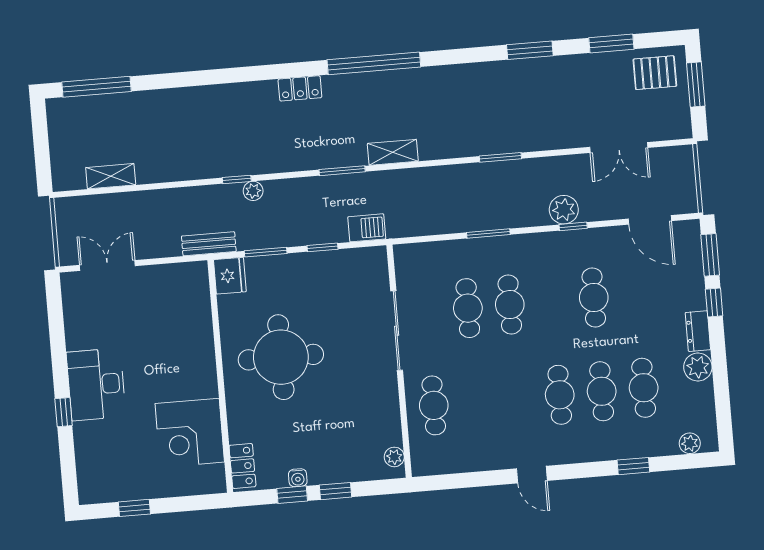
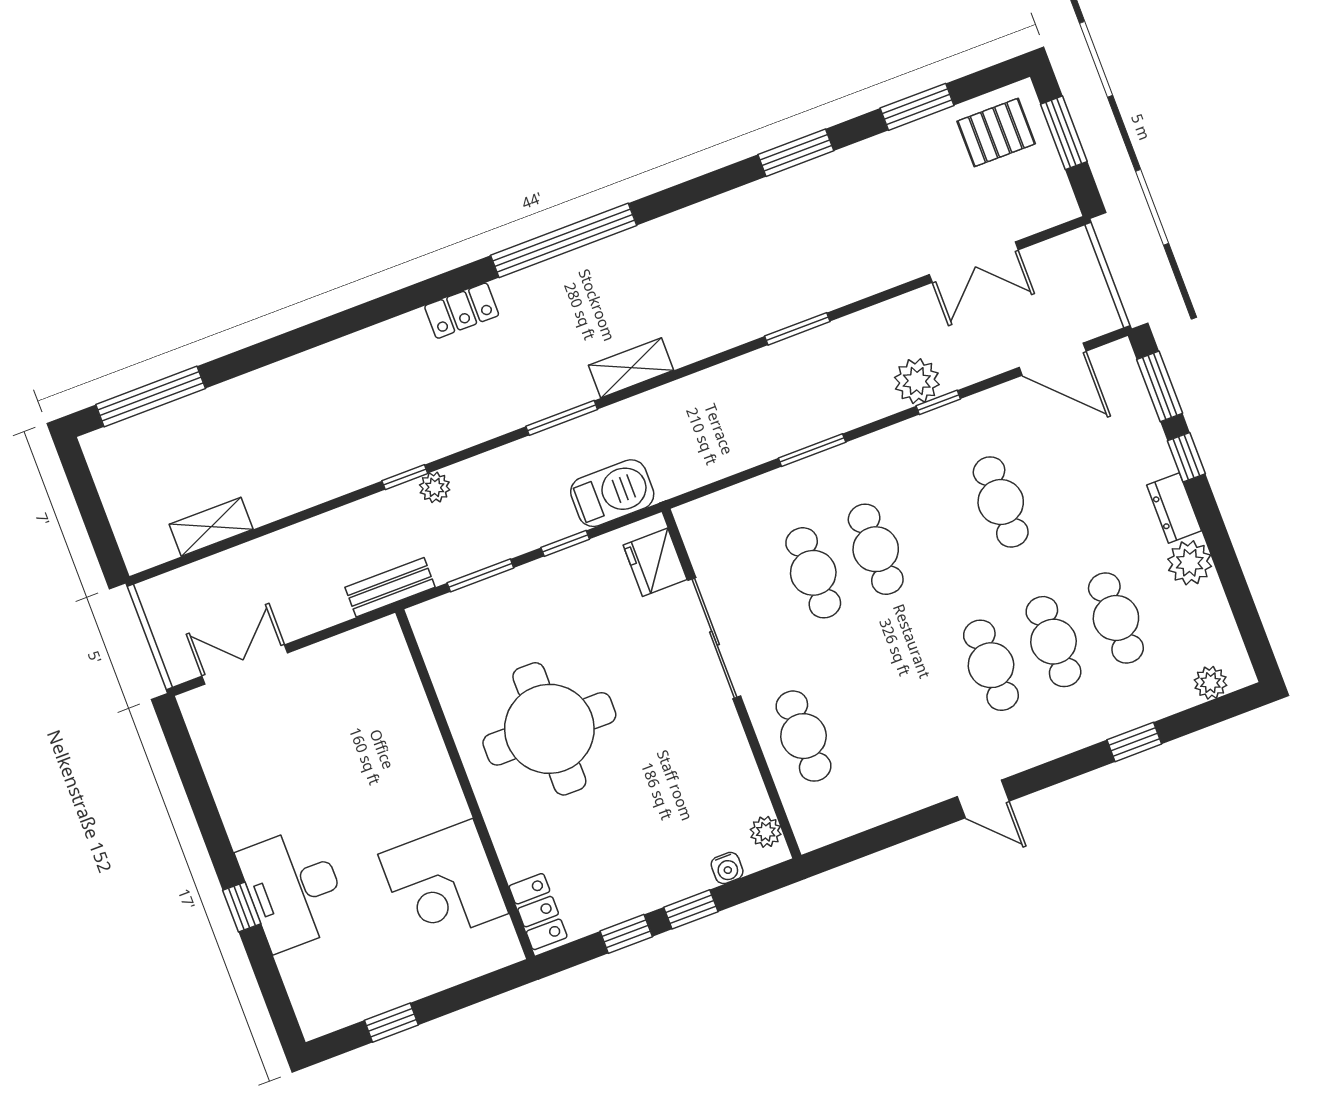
barbecue: (367, 228) -> (612, 493), width x1.38, depth x1.27
fridge: (230, 276) -> (655, 562), moved, turned 180
desk: (96, 384) -> (294, 889), moved
water cooler: (298, 478) -> (727, 868), moved

